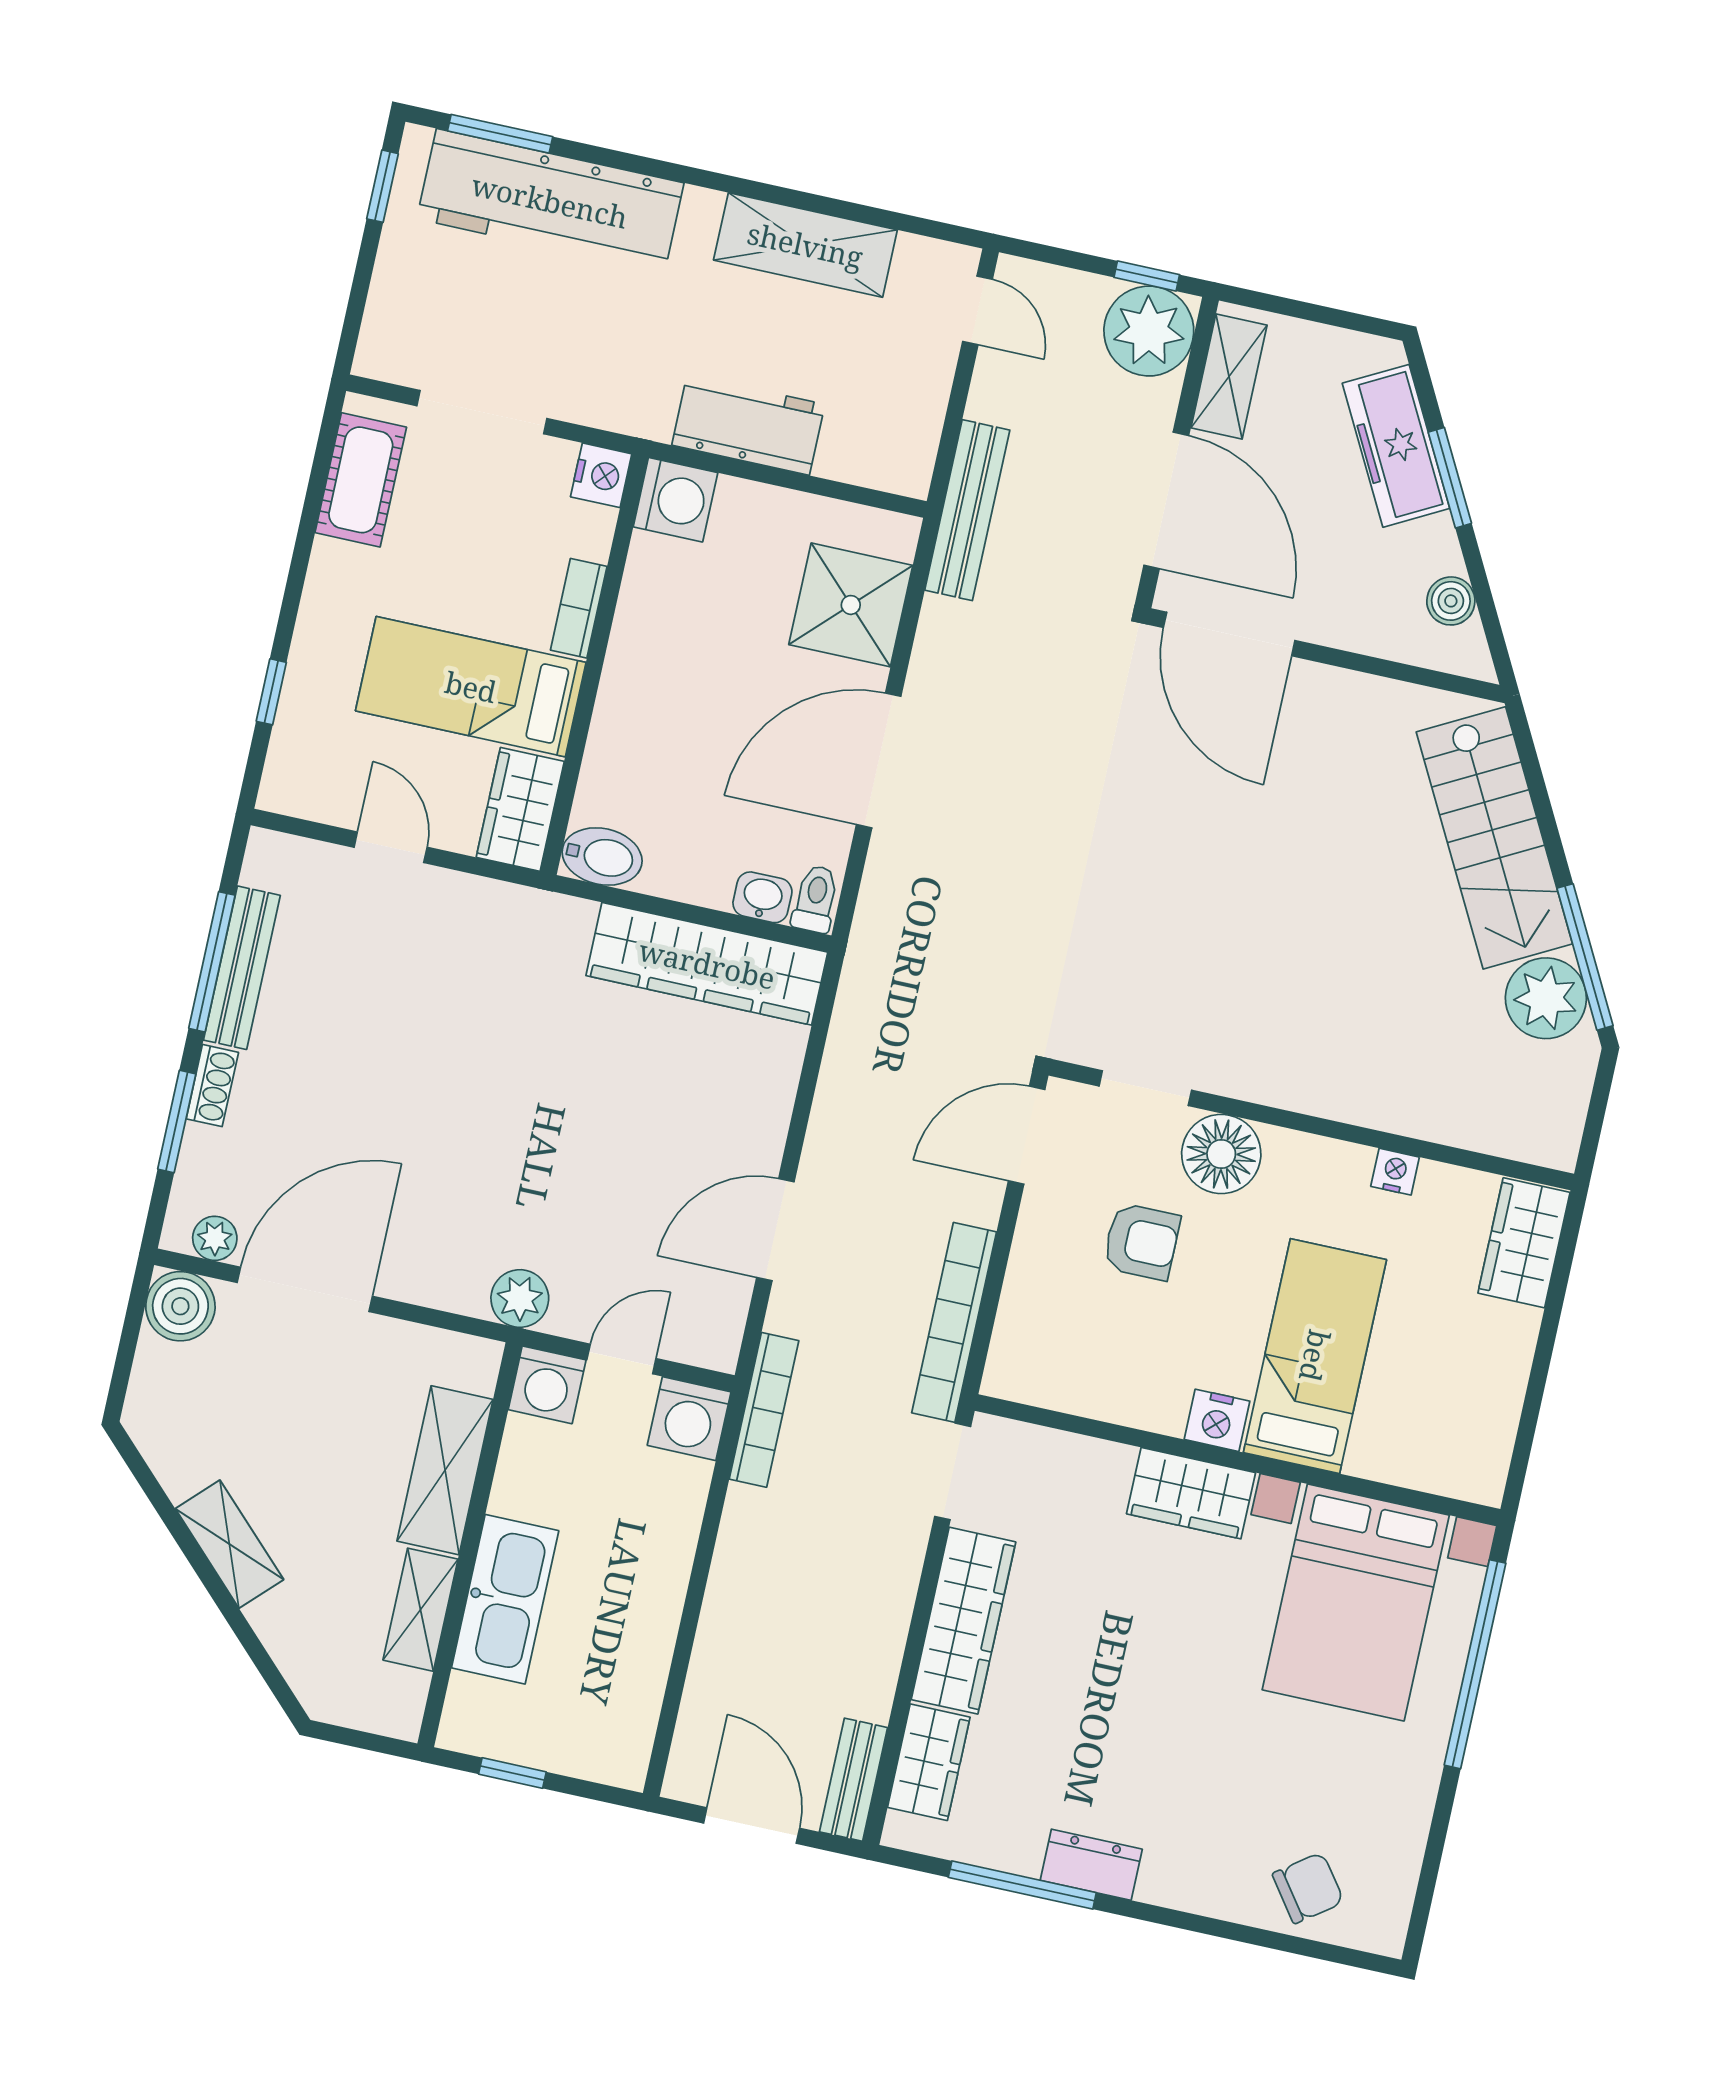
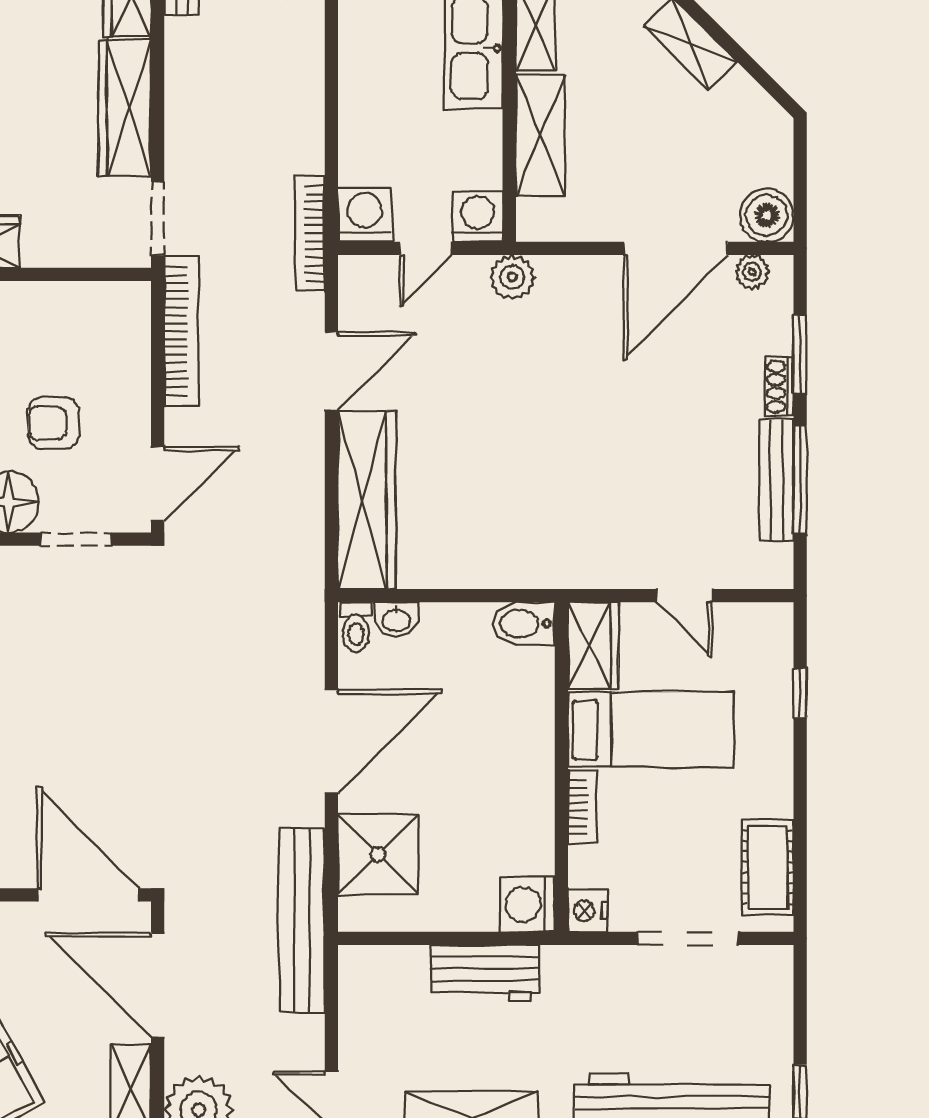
bench: (967, 510) -> (302, 920), width x1.37, depth x1.21
wardrobe: (707, 964) -> (367, 500), moved, turned 90

